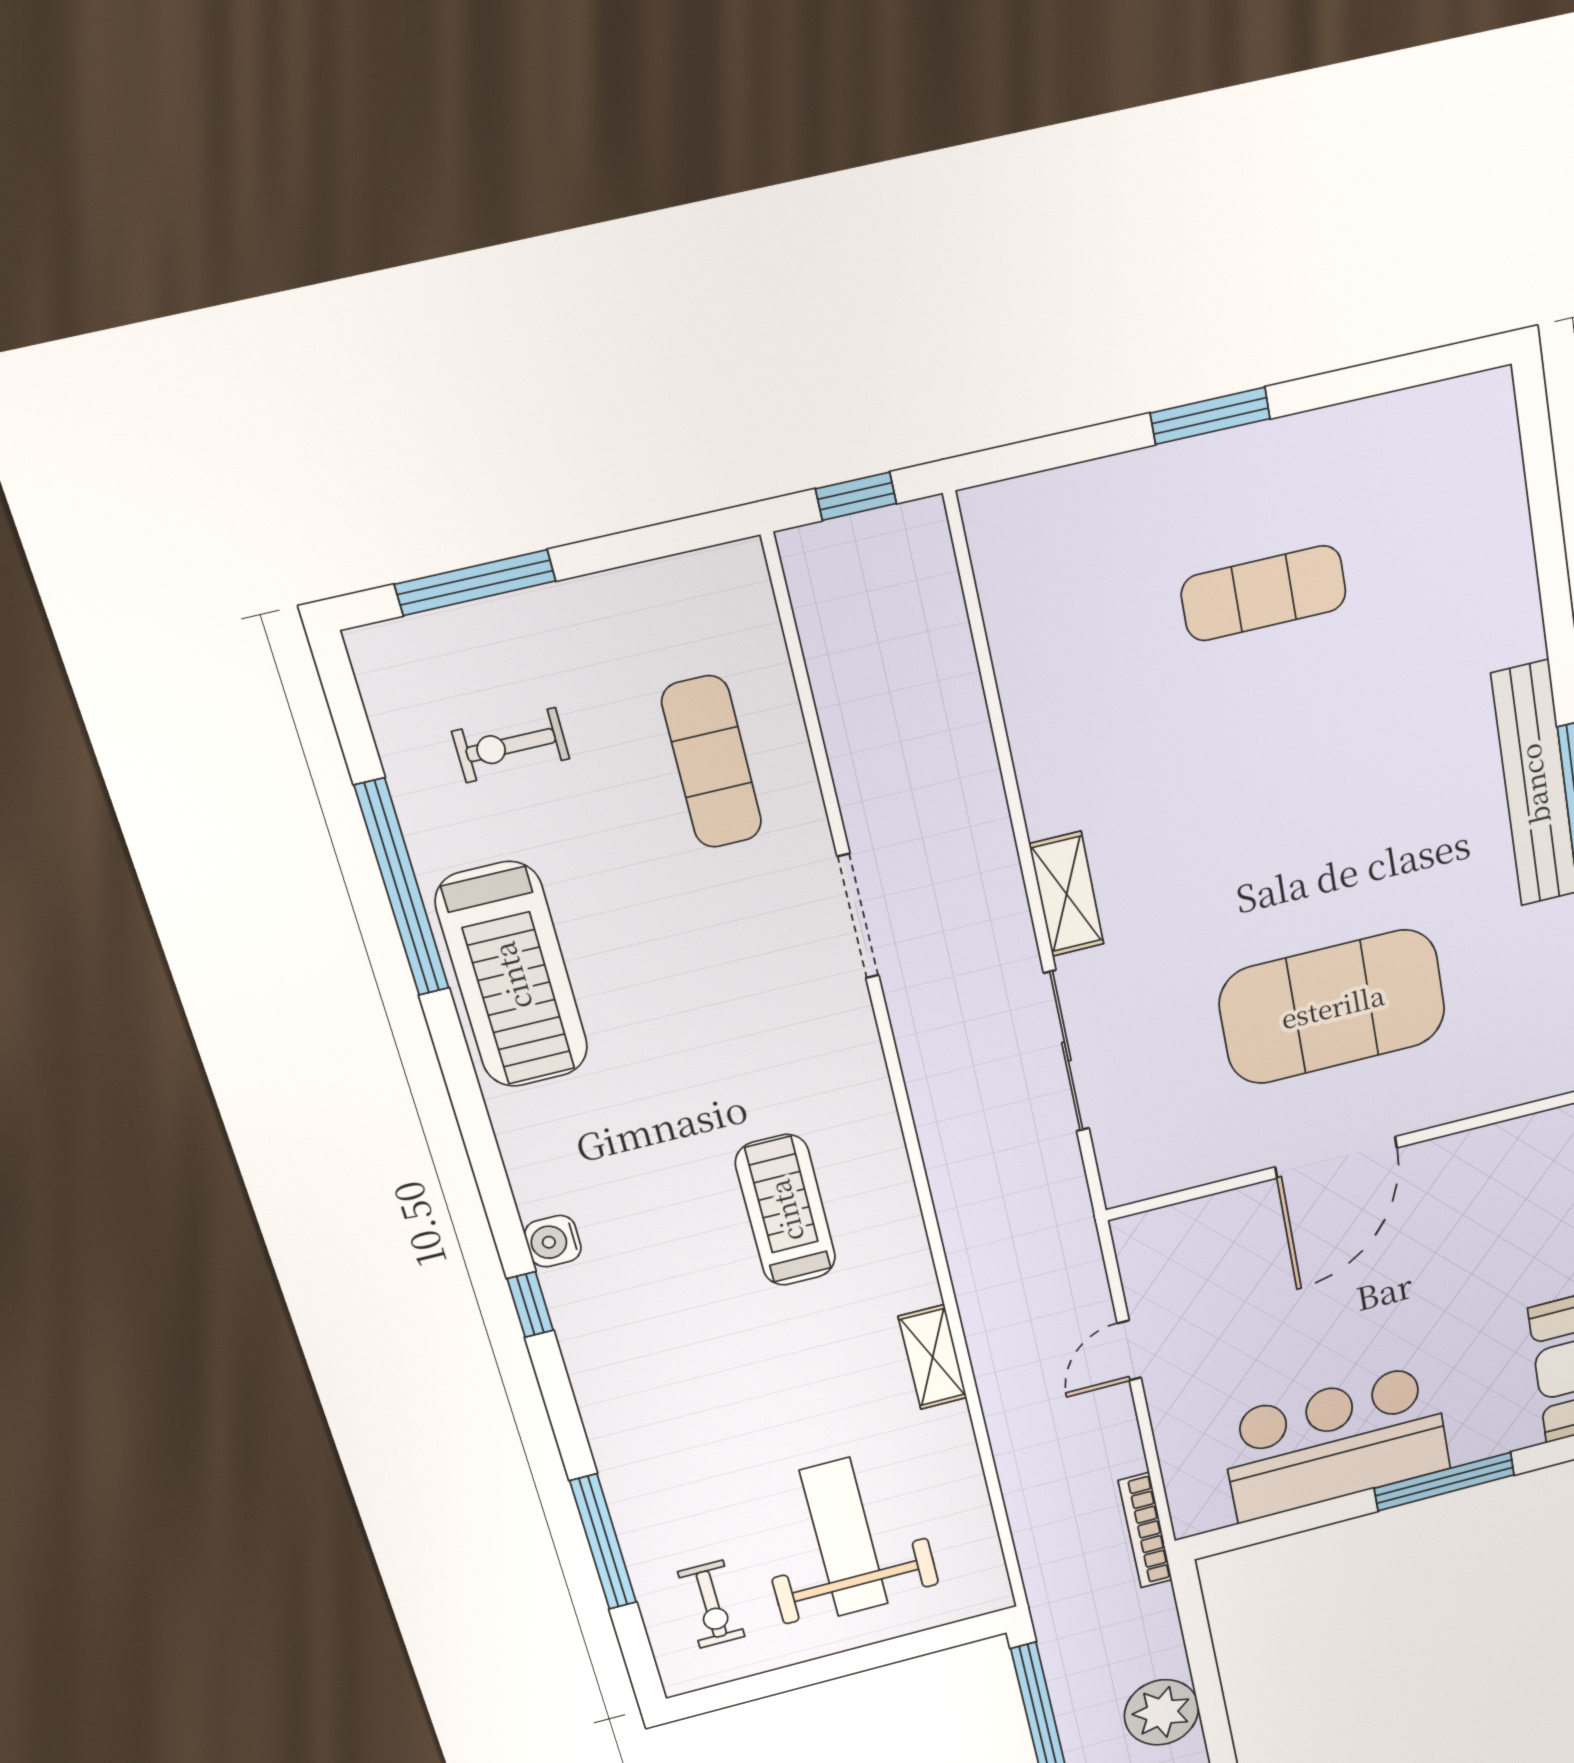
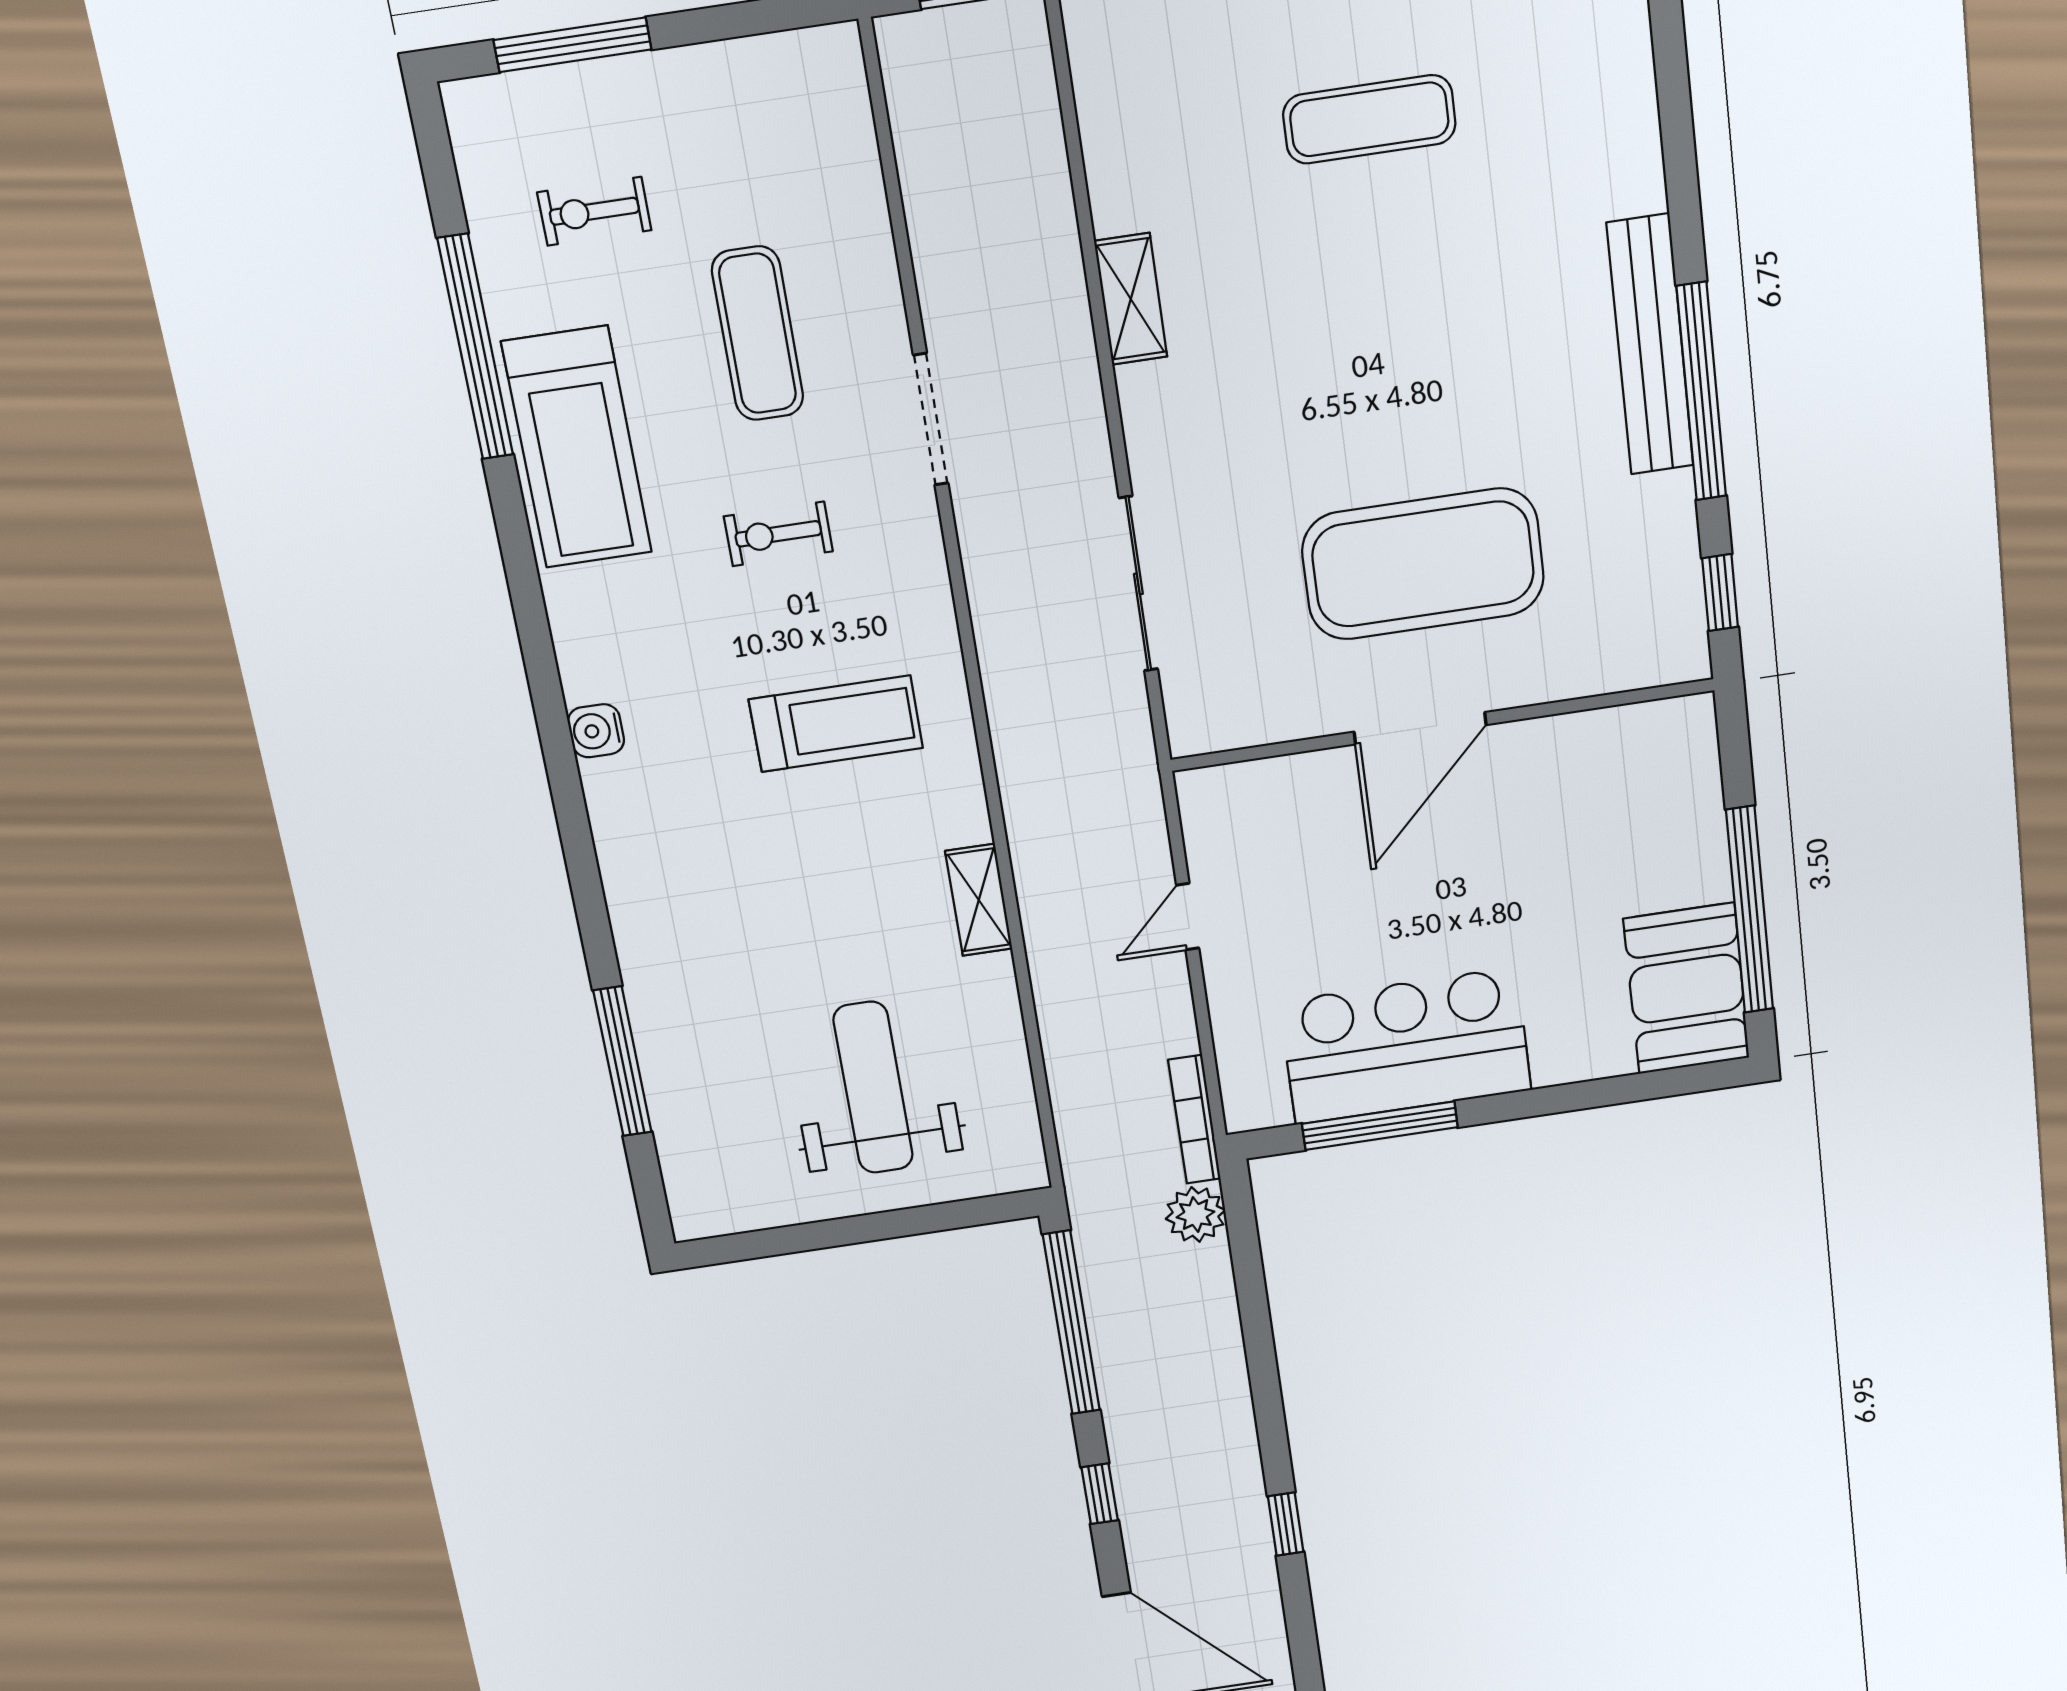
exercise mat: (712, 762) -> (758, 334), moved
shelving: (1067, 894) -> (1131, 299), moved
treadmill: (786, 1210) -> (836, 724), turned 90
window: (530, 1305) -> (568, 796), removed
window: (1444, 1482) -> (1380, 1126), moved
exercise bike: (711, 1604) -> (778, 534), moved, turned 90
plant: (1162, 1712) -> (1196, 1215), moved, width x0.73, depth x0.73

